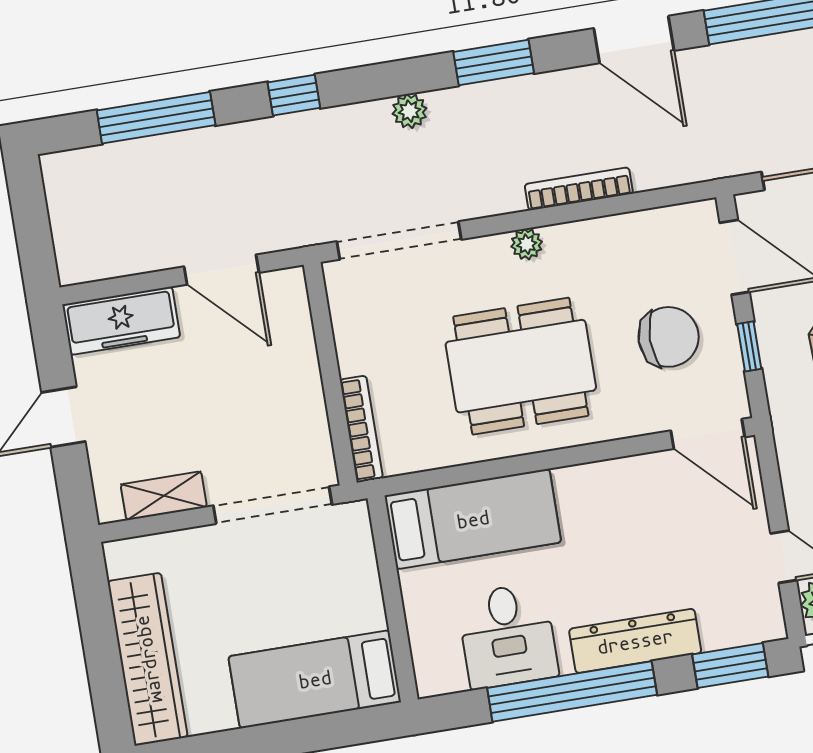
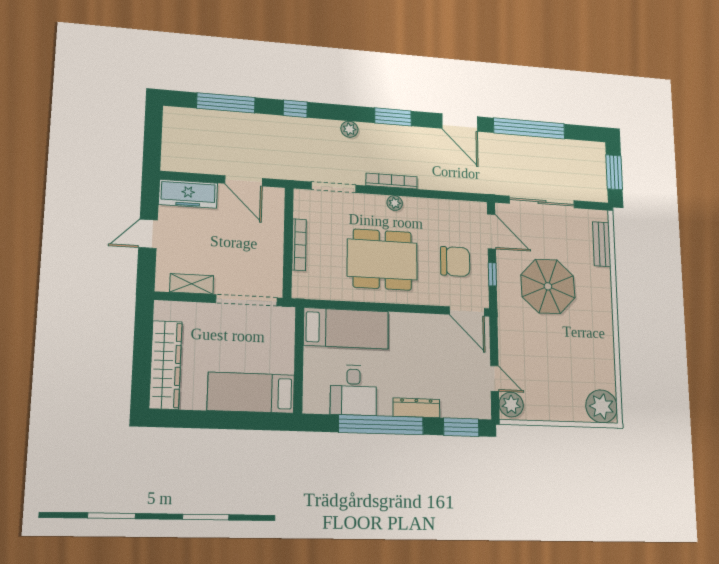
bookcase: (579, 189) -> (392, 181), moved
doorway: (399, 241) -> (334, 187), width x0.73
bookcase: (361, 429) -> (299, 245), moved
dresser: (635, 641) -> (416, 408), width x0.73, depth x0.80

